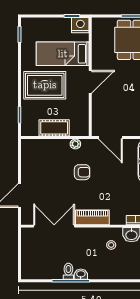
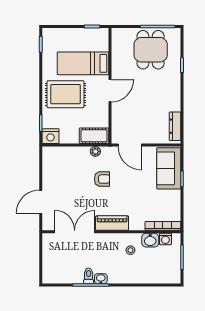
nightstand: (80, 25) -> (51, 136), moved, turned 180
cot: (54, 128) -> (94, 136), moved

